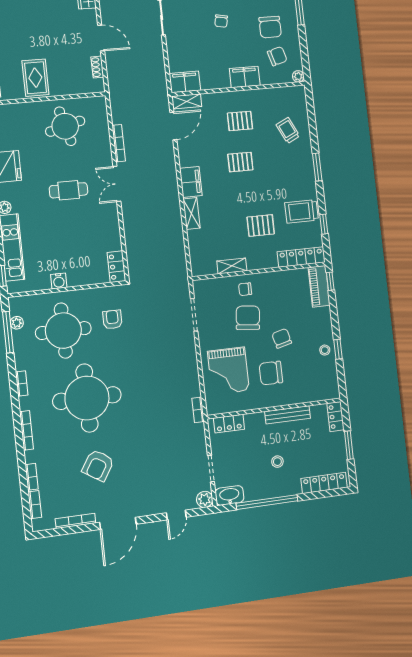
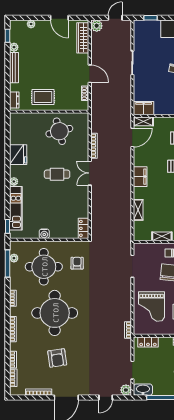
rug: (35, 78) -> (43, 97), turned 90
shelving: (192, 214) -> (138, 210), moved
armchair: (98, 465) -> (57, 358), turned -40

